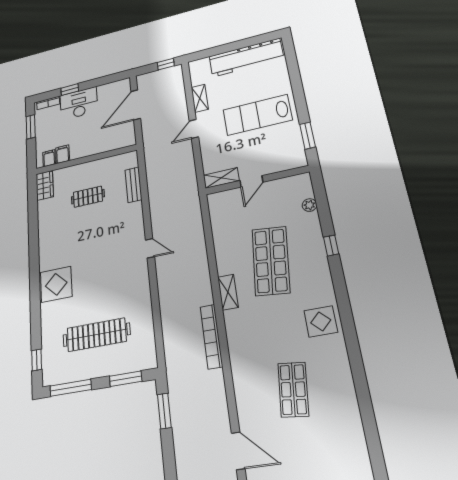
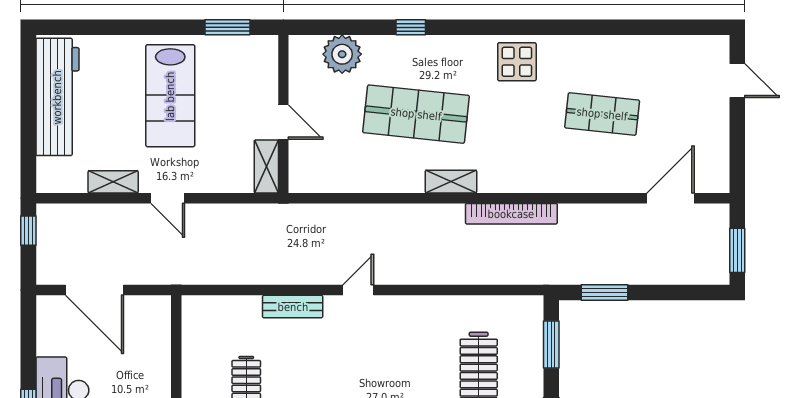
bench: (133, 185) -> (293, 307), moved
plant: (310, 205) -> (342, 54), width x1.88, depth x1.88

